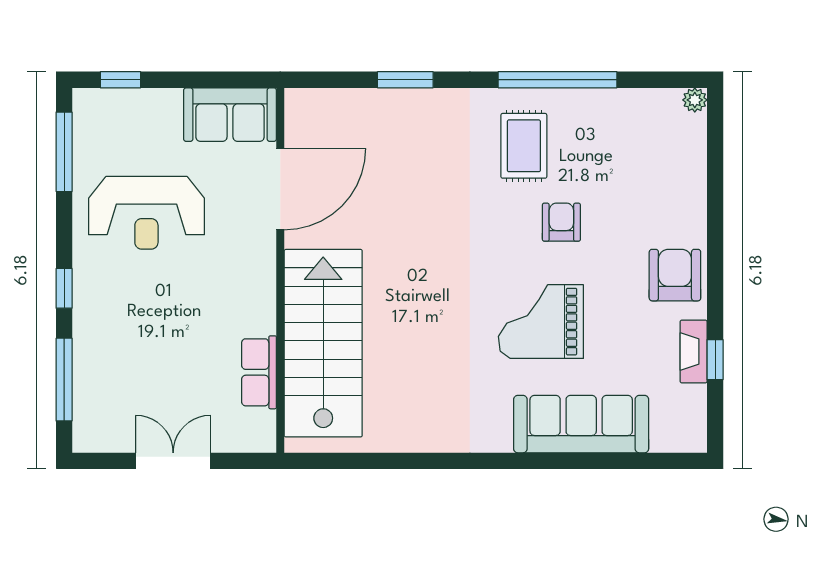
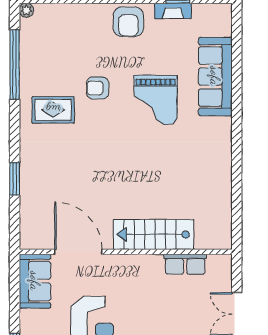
window: (558, 80) -> (15, 65), moved
armchair: (675, 275) -> (128, 22), turned -90
stairs: (323, 343) -> (154, 234), width x0.73, depth x0.66

